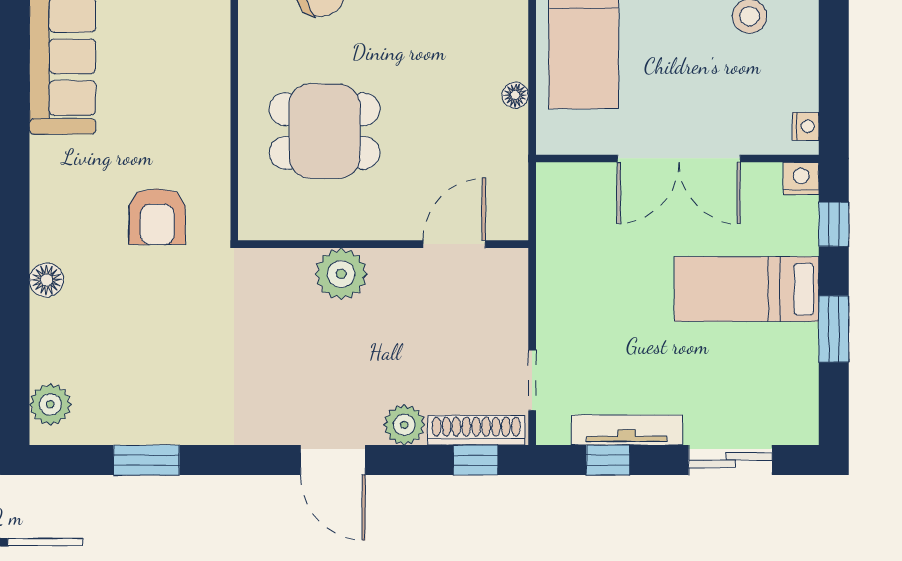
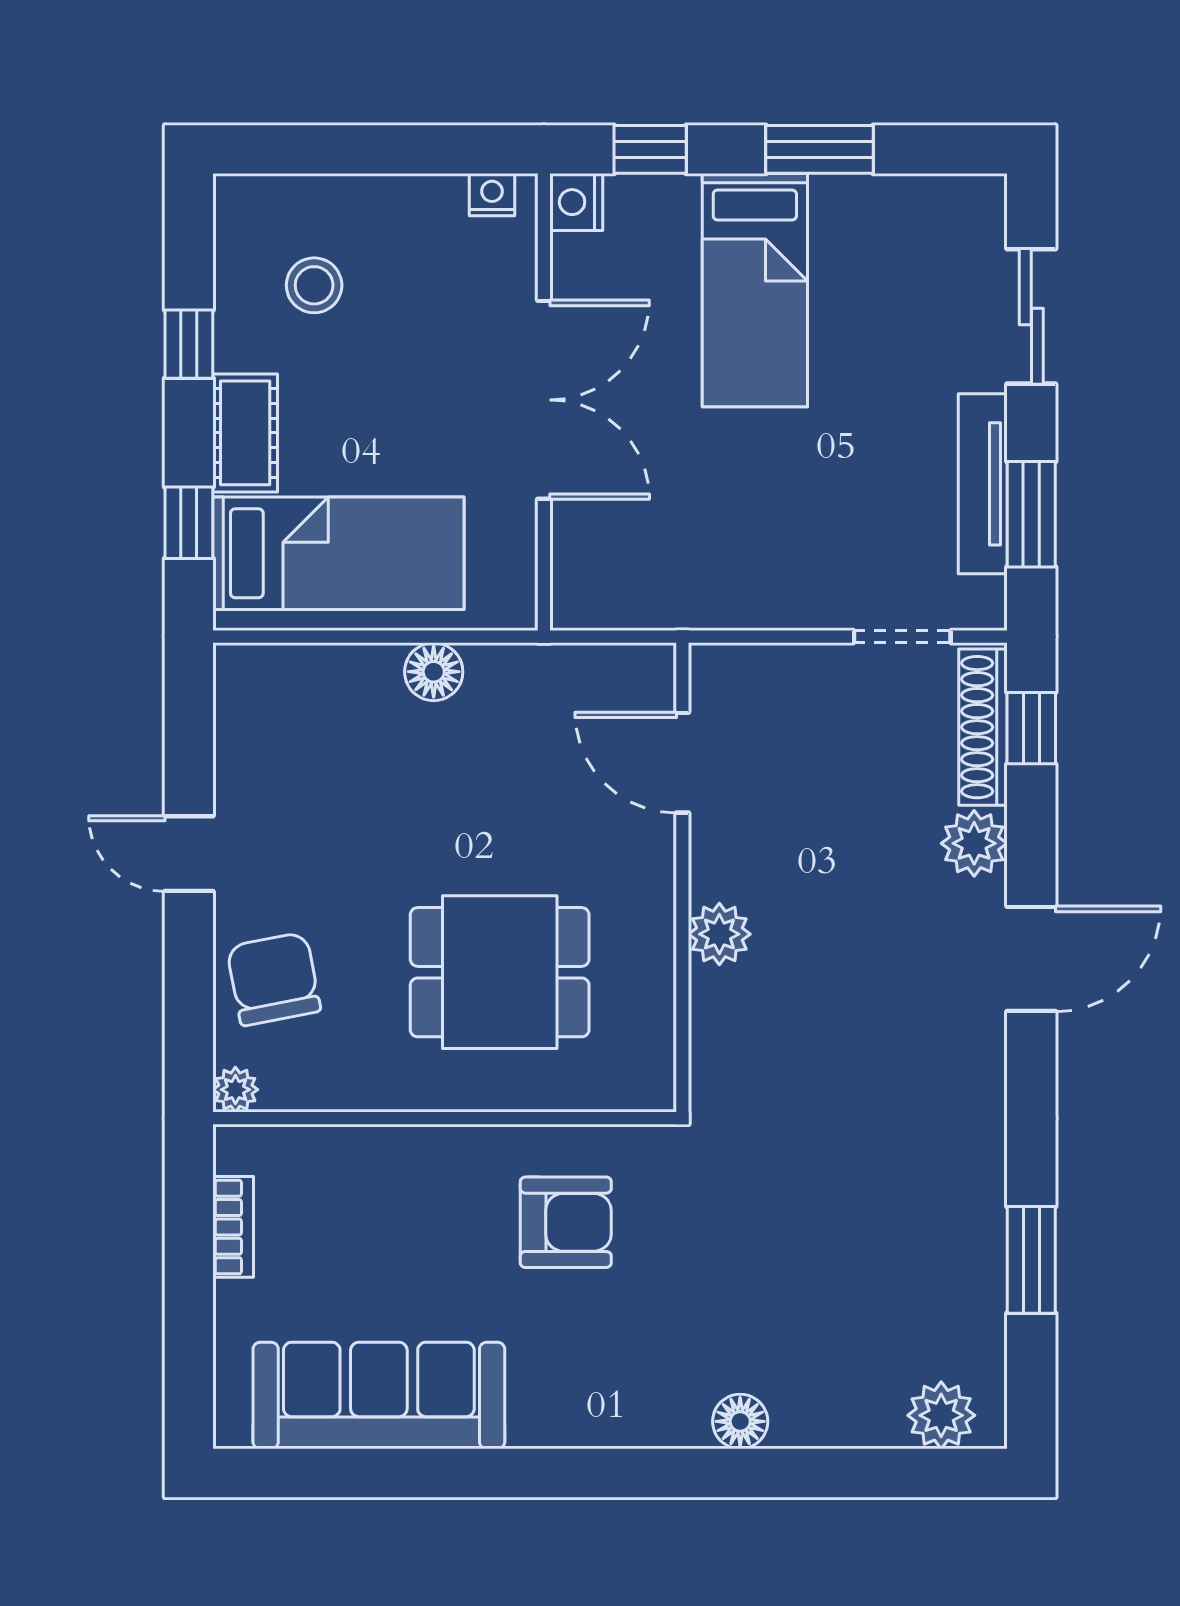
floor lamp: (515, 95) -> (434, 672), width x1.37, depth x1.37
dining table: (324, 131) -> (500, 972), turned 90
armchair: (157, 217) -> (566, 1222), moved
plant: (341, 274) -> (719, 934), width x0.73, depth x0.73
window: (608, 460) -> (1031, 514), width x1.50

